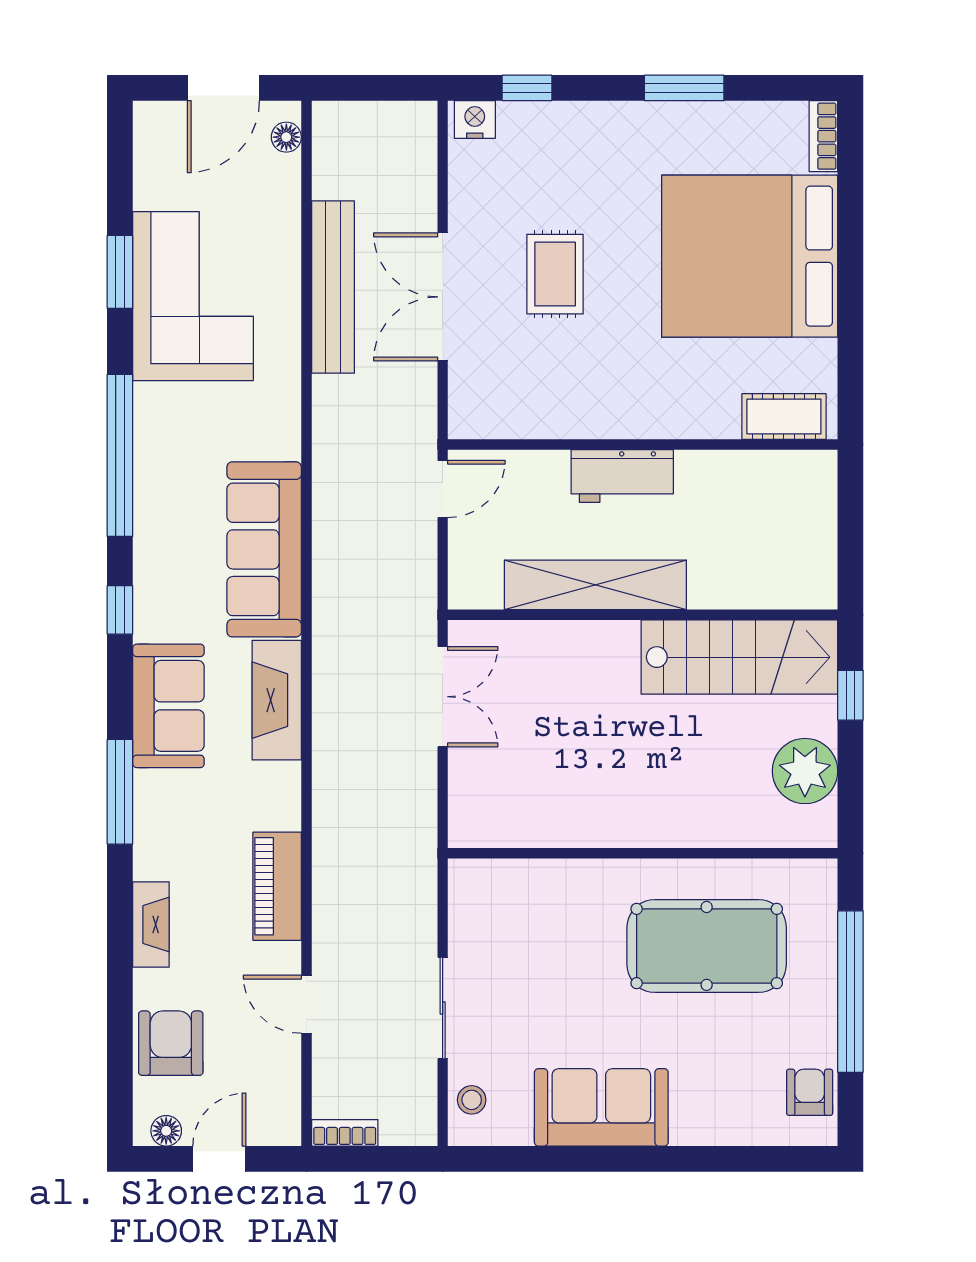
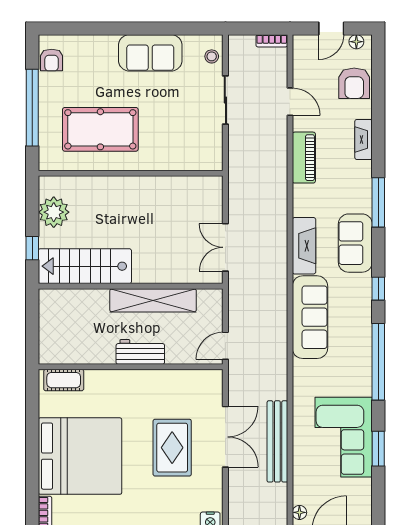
rug: (555, 274) -> (172, 448), width x1.36, depth x1.43

